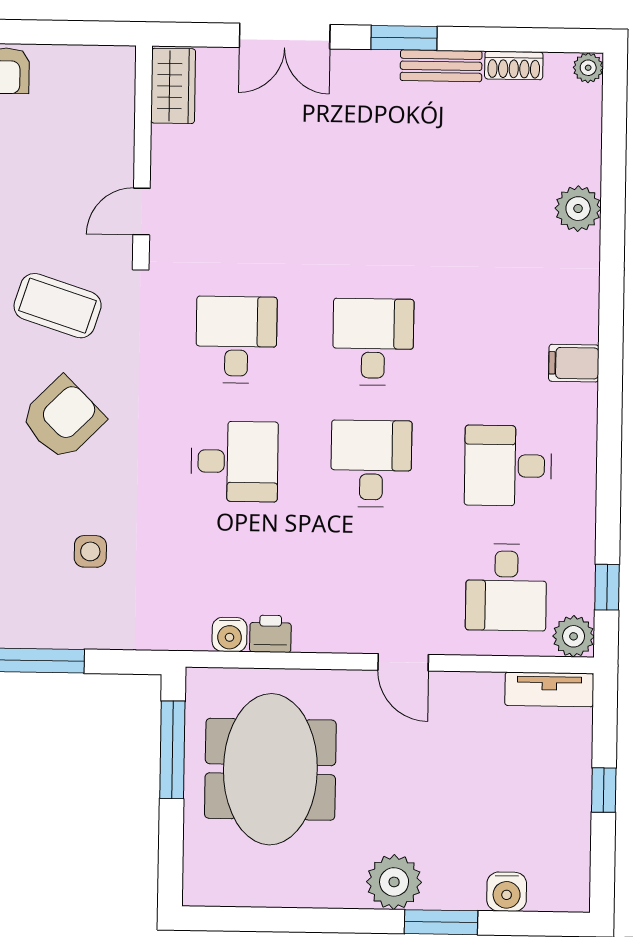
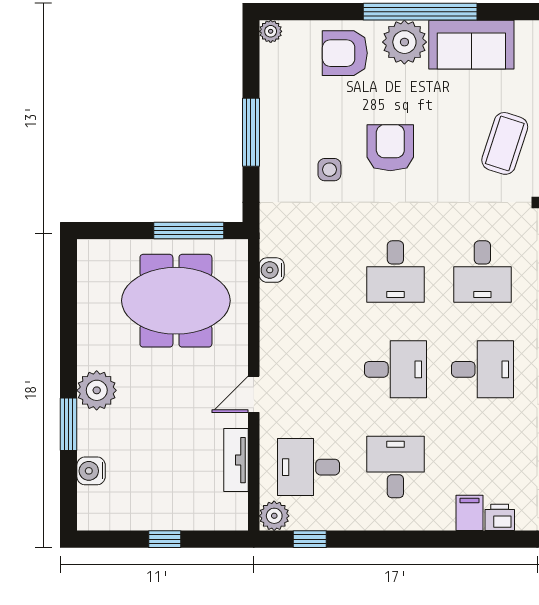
desk: (236, 340) -> (482, 272), turned 90
armchair: (63, 418) -> (390, 148), moved, turned -135
printer: (270, 634) -> (500, 517), moved, turned -90
tv unit: (549, 689) -> (236, 460), moved

